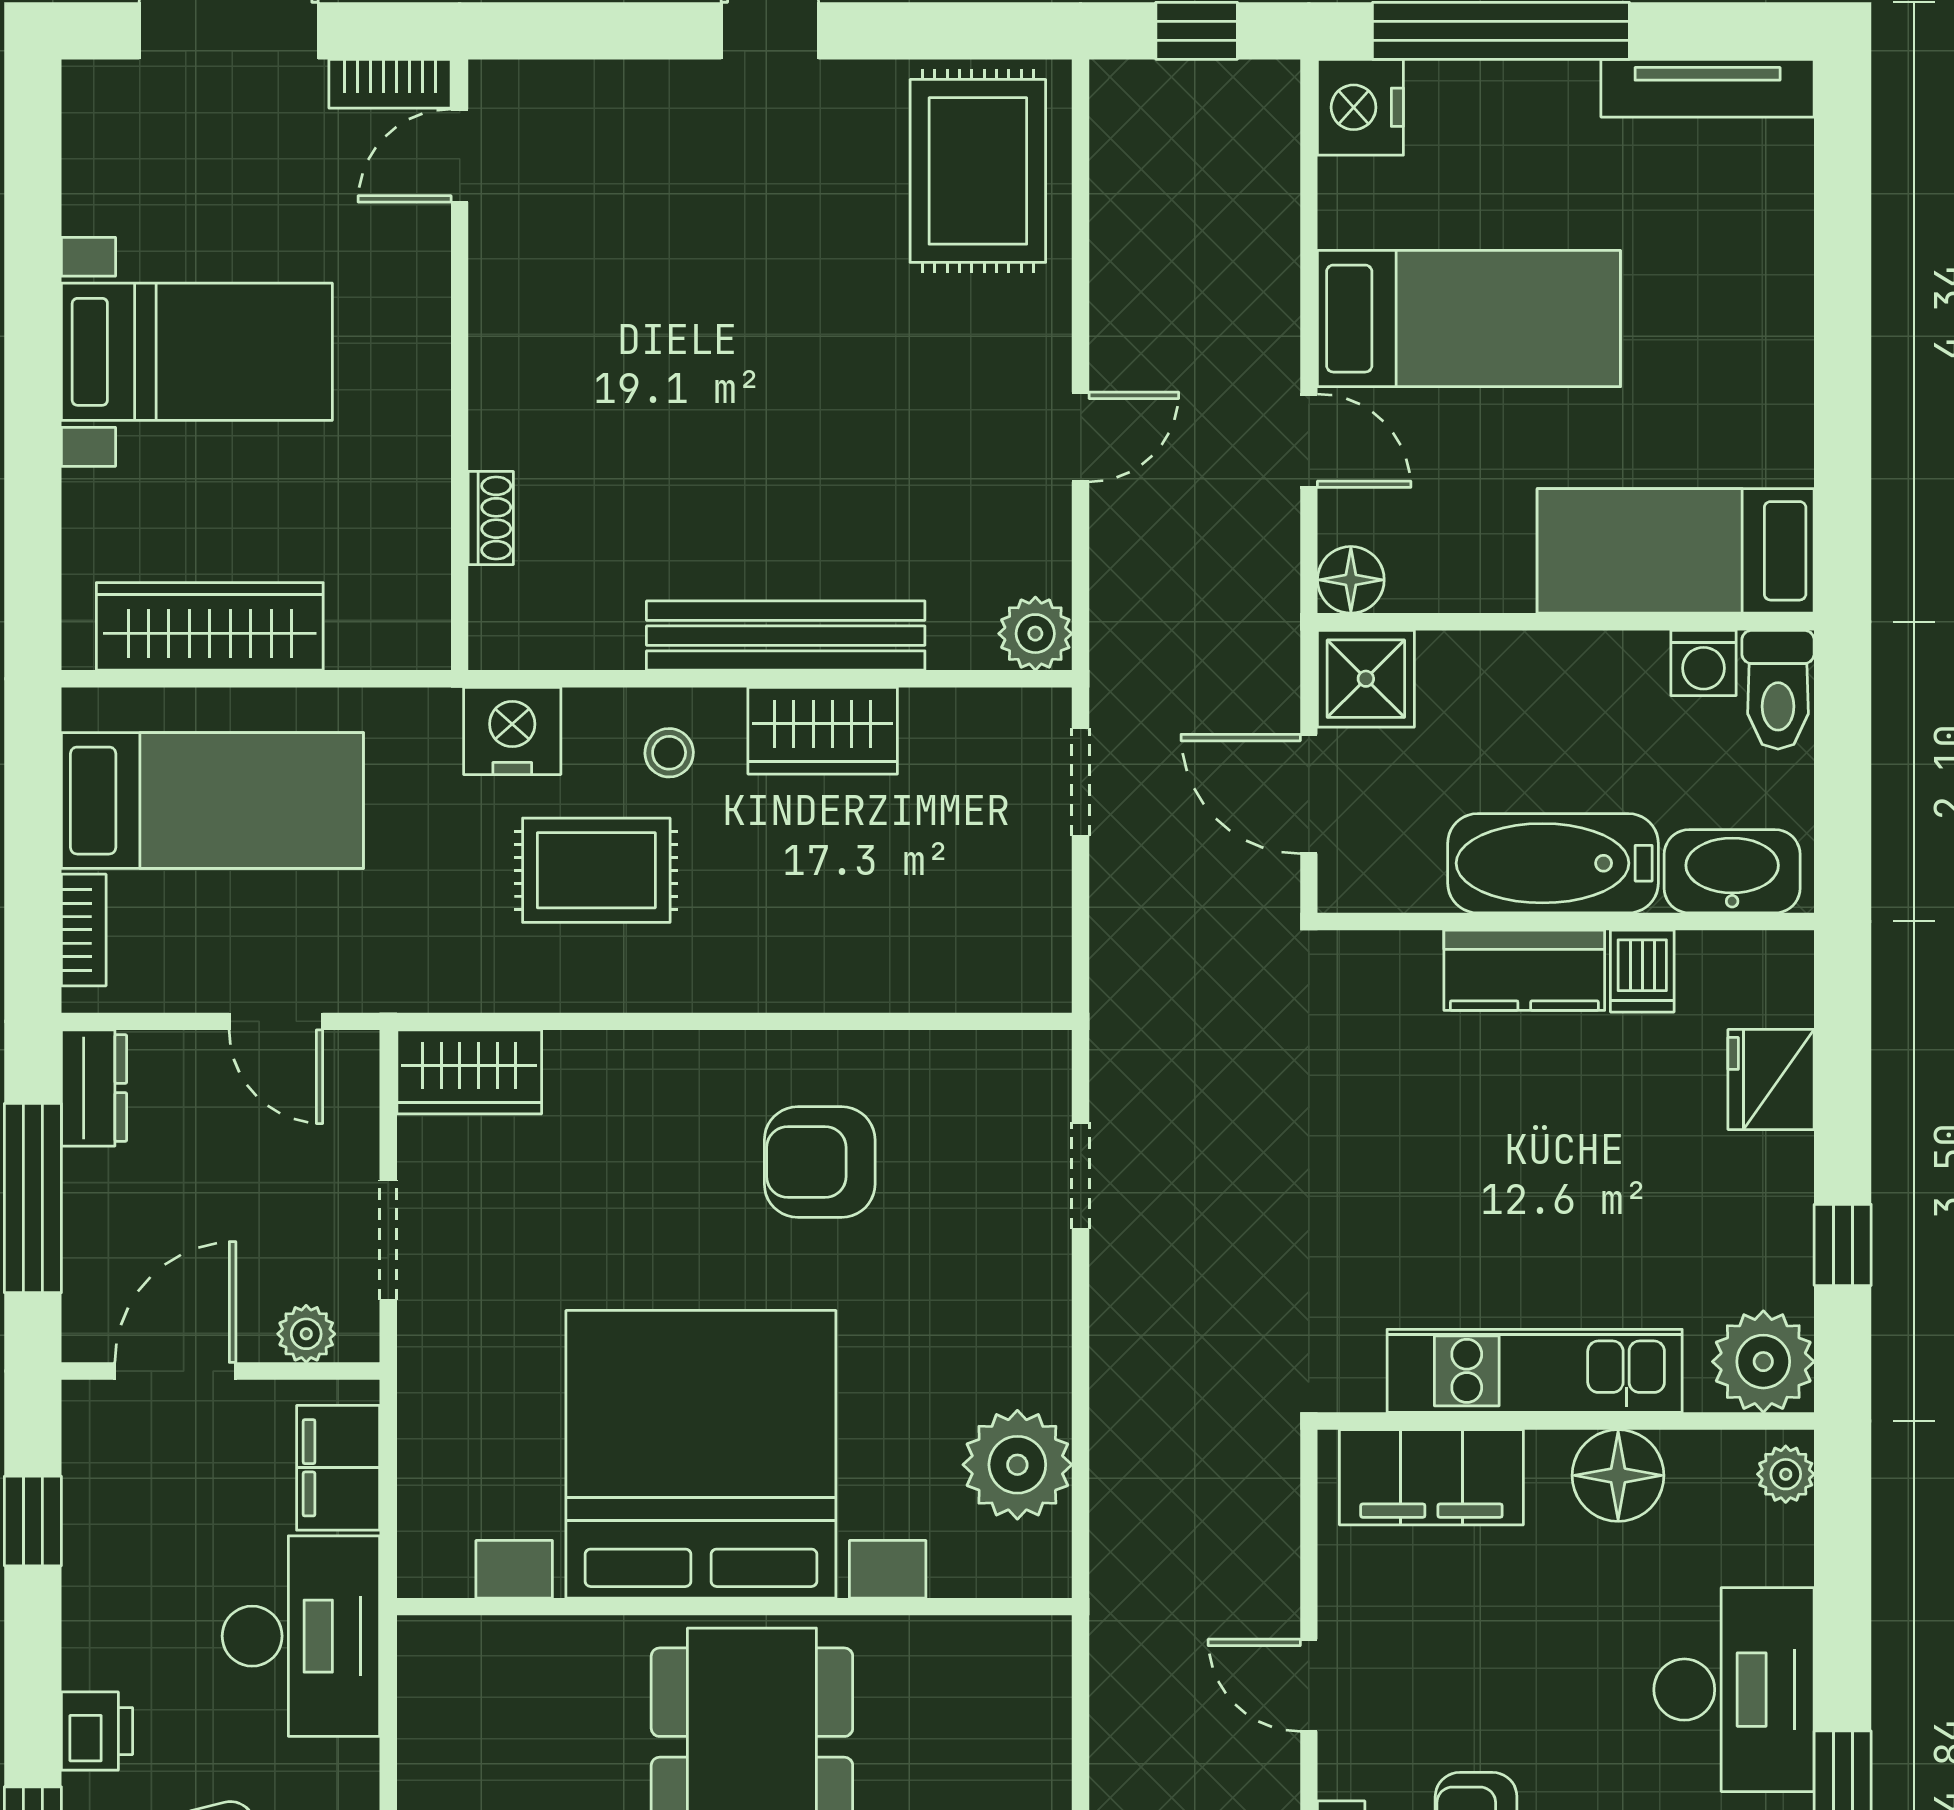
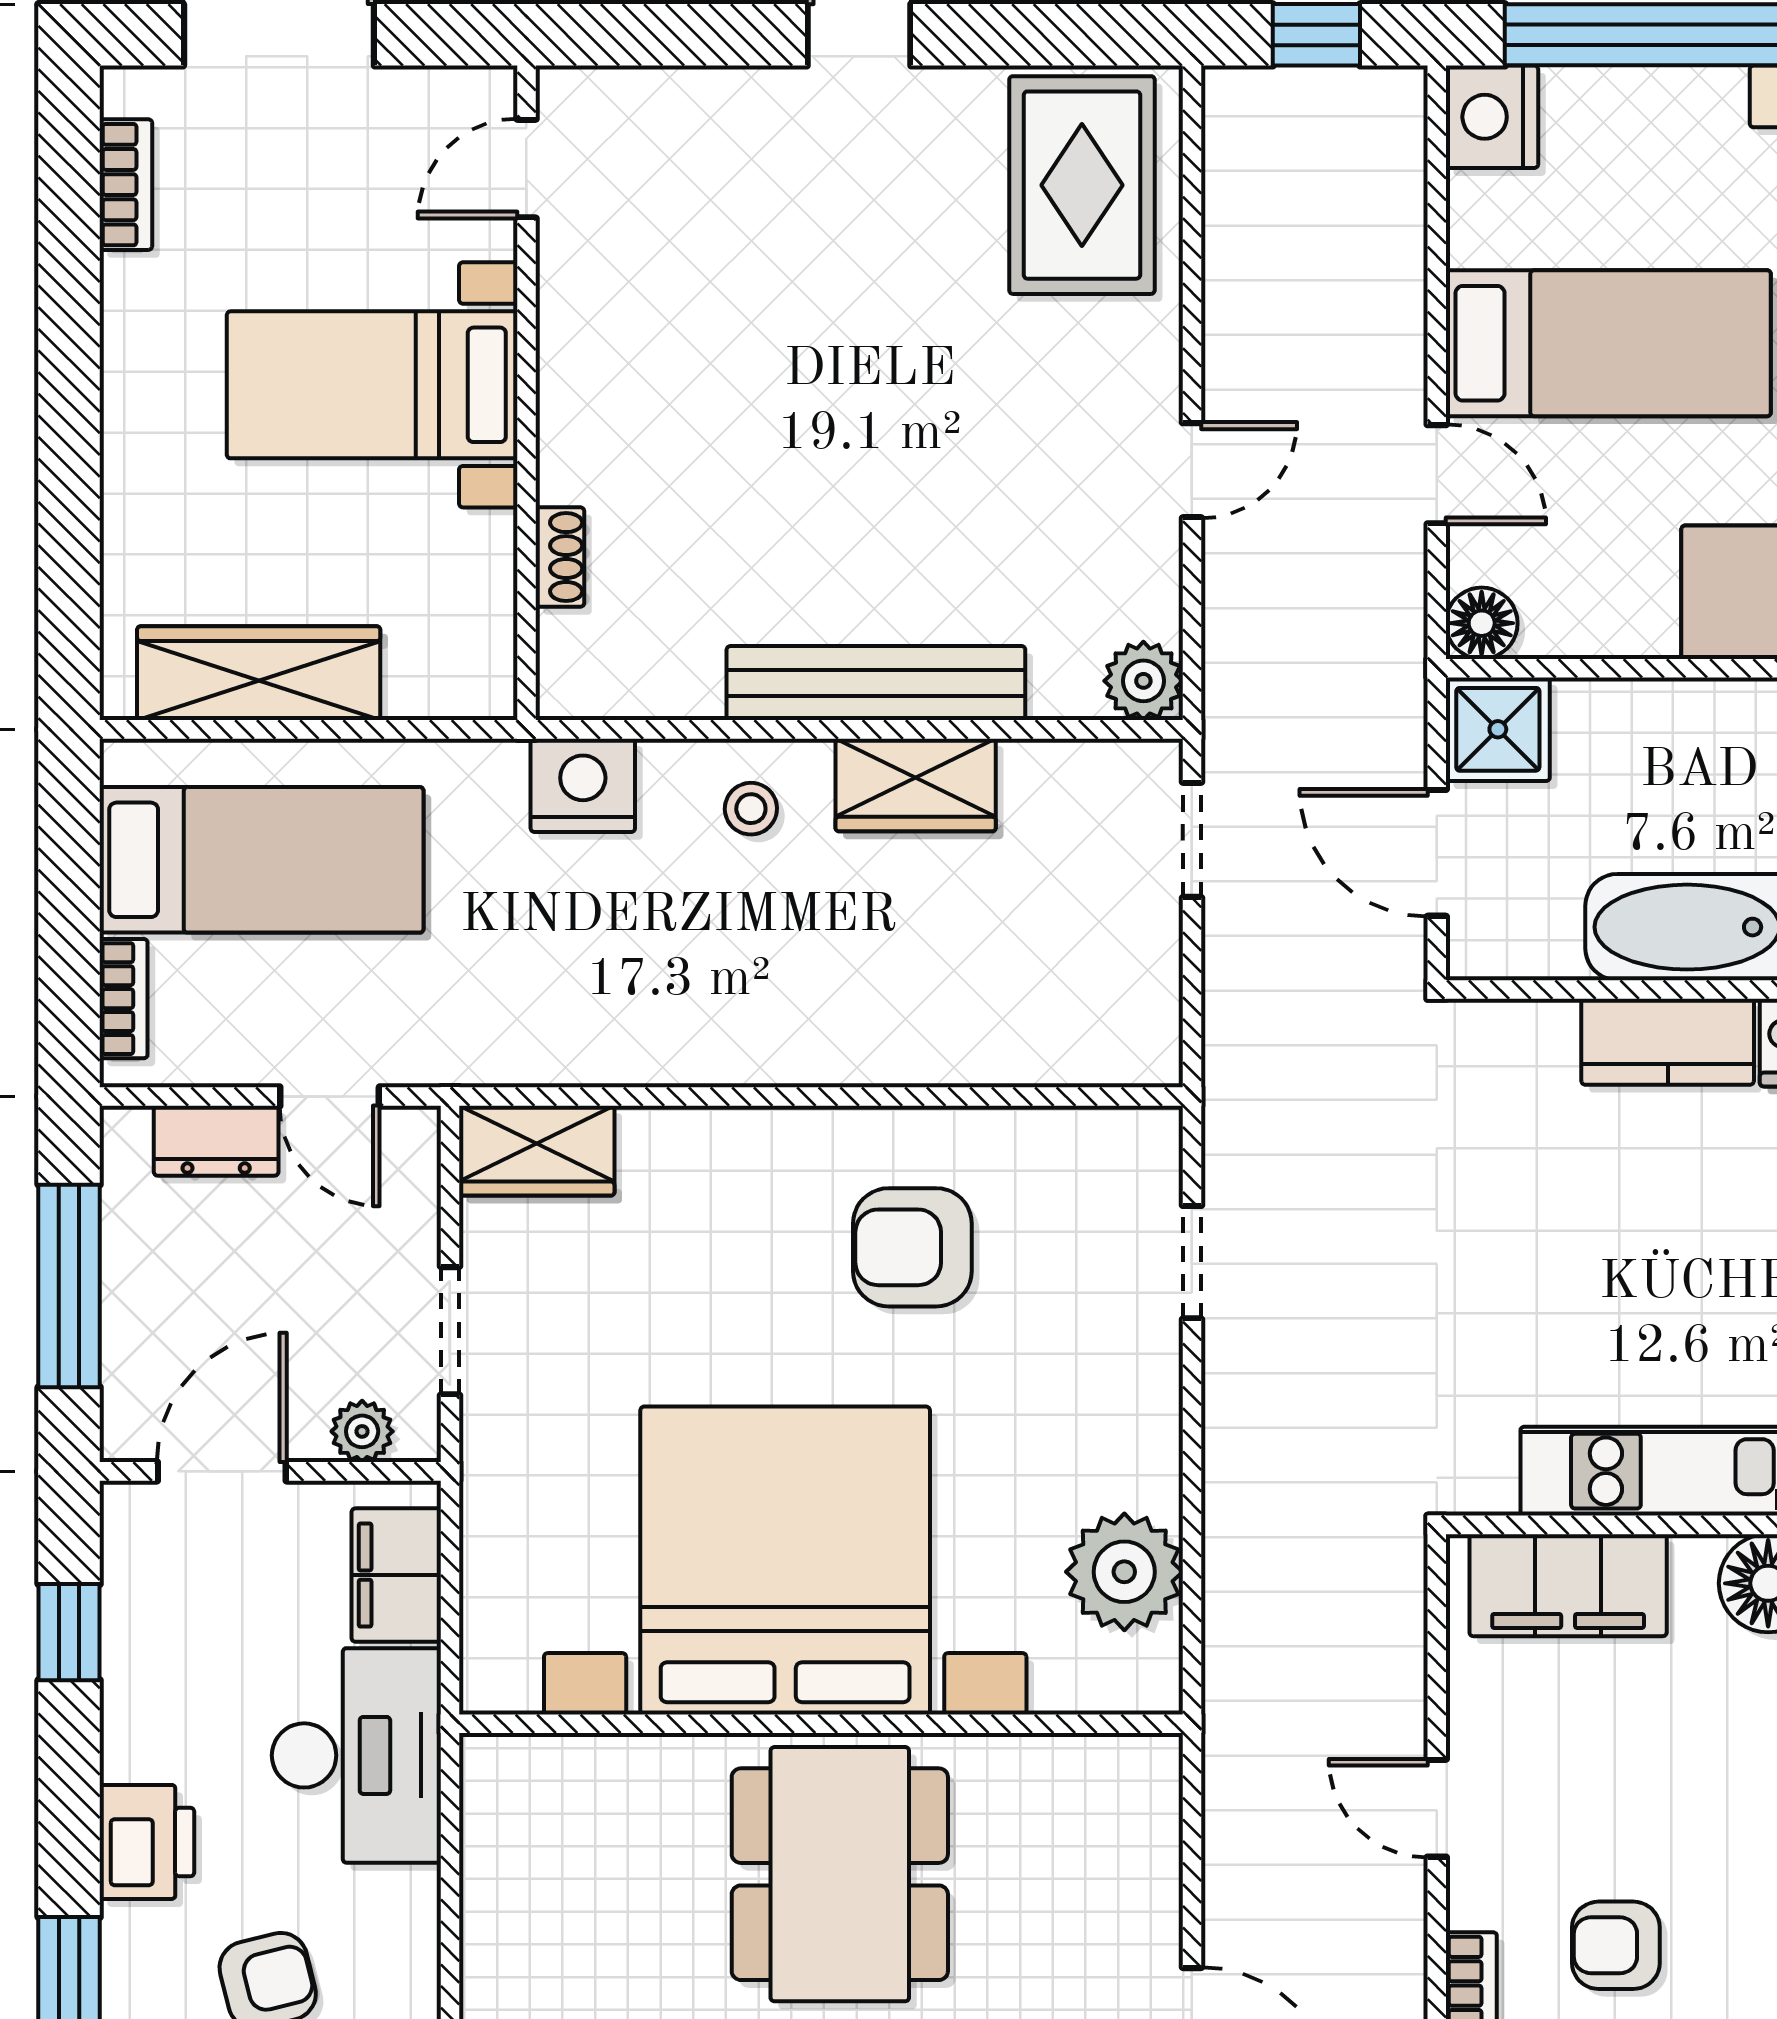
bookcase: (390, 84) -> (126, 185), moved, turned -90
bed with nightstands: (197, 352) -> (372, 385), moved, turned 180
rug: (596, 870) -> (673, 935), removed
dresser: (94, 1088) -> (216, 1141), moved, turned 90
printer: (97, 1731) -> (147, 1842), width x1.36, depth x1.24

